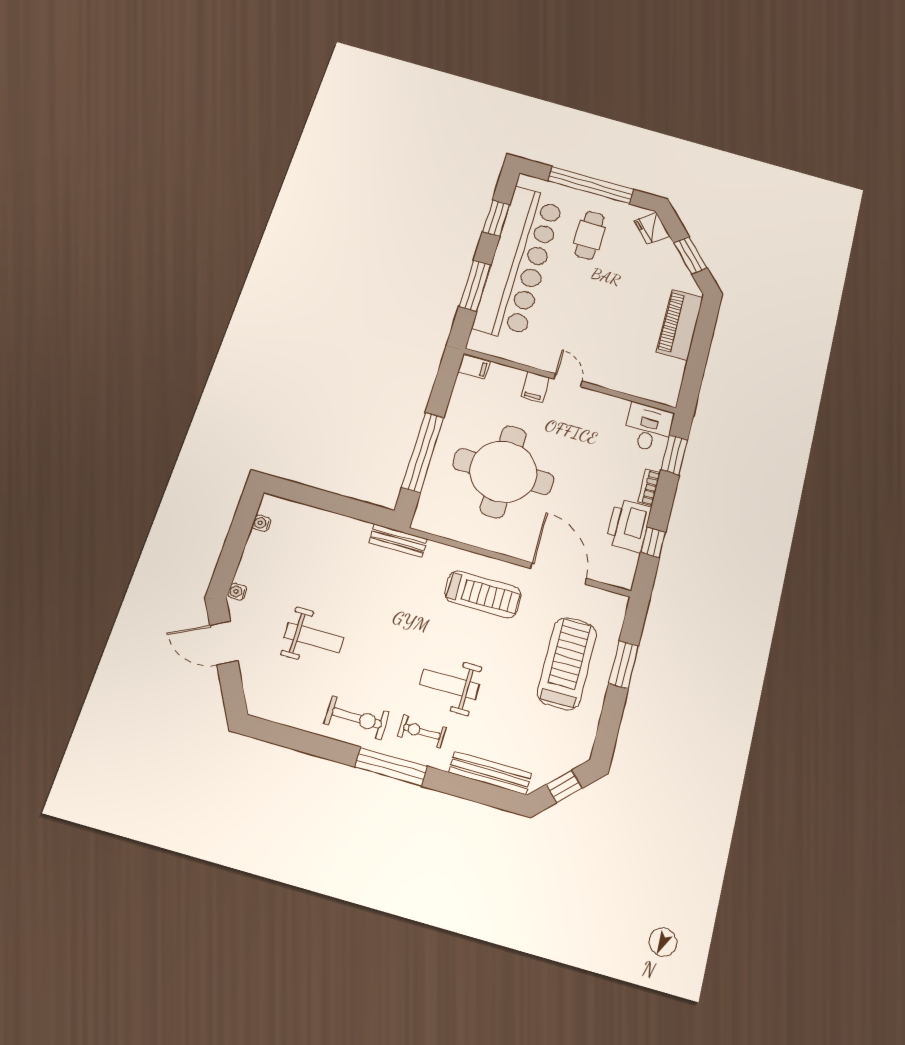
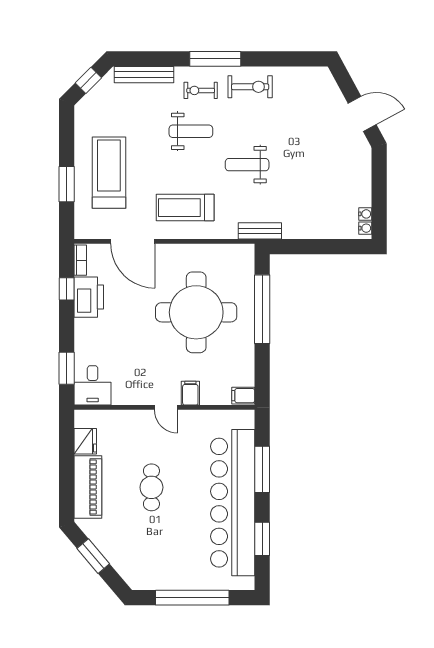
fridge: (652, 228) -> (85, 441), moved, turned 40
cafe table: (590, 235) -> (151, 487), moved
bookcase: (649, 487) -> (80, 260), moved
water cooler: (237, 592) -> (365, 228), moved
weight bench: (314, 638) -> (247, 165), moved
treadmill: (567, 663) -> (109, 173), turned 180
exercise bike: (357, 718) -> (250, 87), turned 180
exercise bike: (422, 732) -> (201, 90), turned 180

